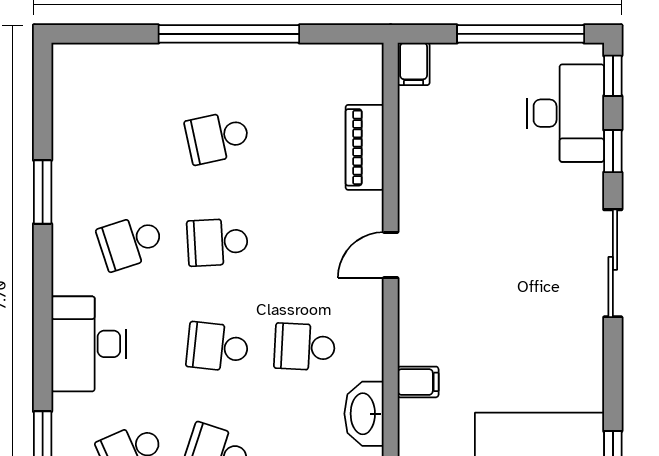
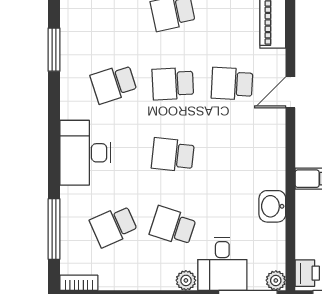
school desk: (305, 347) -> (232, 84), moved
washbasin: (364, 414) -> (272, 206), width x0.72

